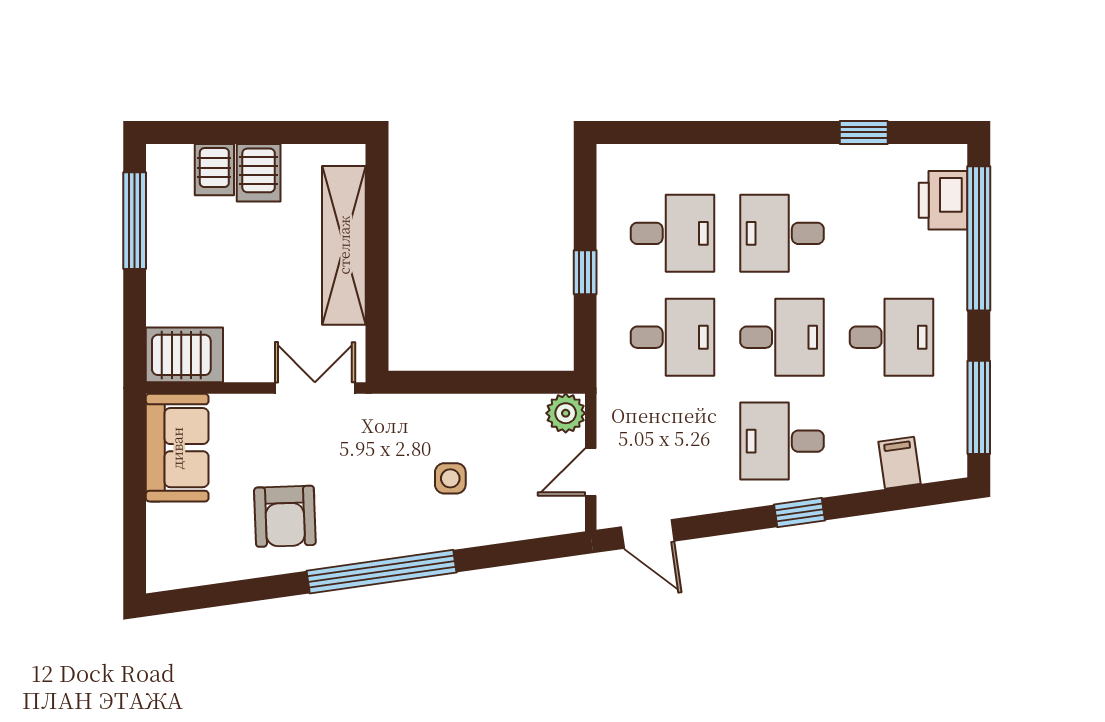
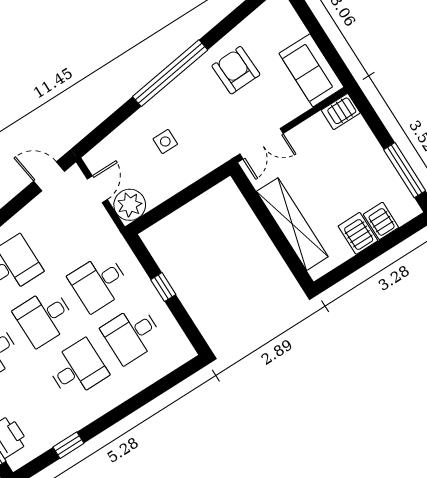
server rack: (184, 355) -> (341, 112), width x0.73, depth x0.70
plant: (566, 413) -> (130, 205), width x1.36, depth x1.36

